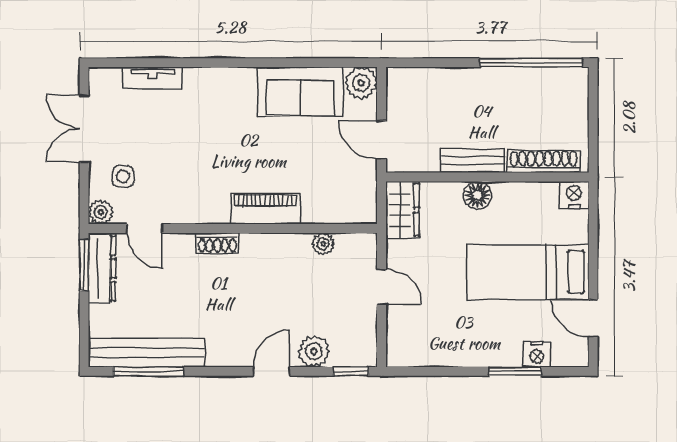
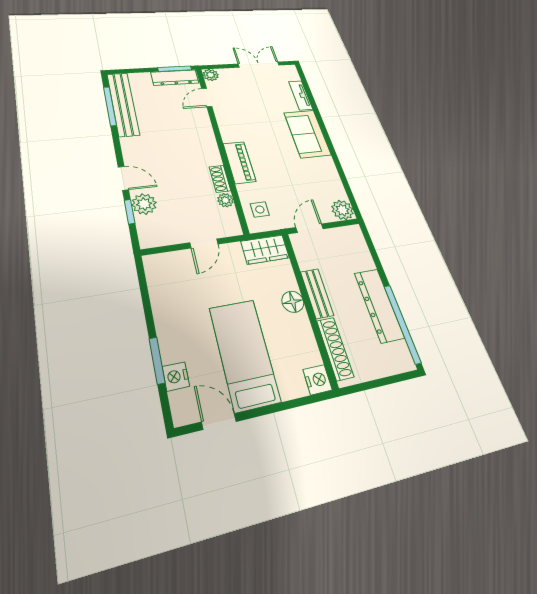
dresser: (502, 84) -> (379, 305), added
sofa: (300, 92) -> (307, 134), moved
side table: (123, 176) -> (260, 209), moved
shoe rack: (217, 243) -> (220, 179), moved
door: (593, 318) -> (219, 422), hinge flipped
window: (351, 371) -> (130, 212), moved

